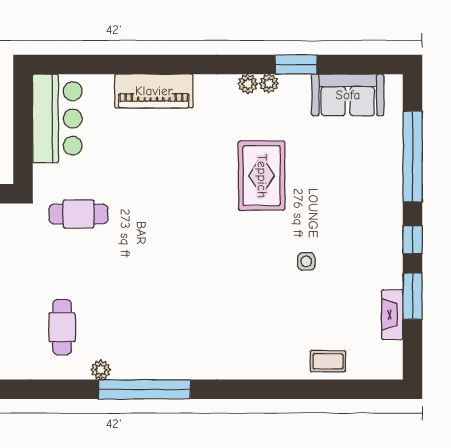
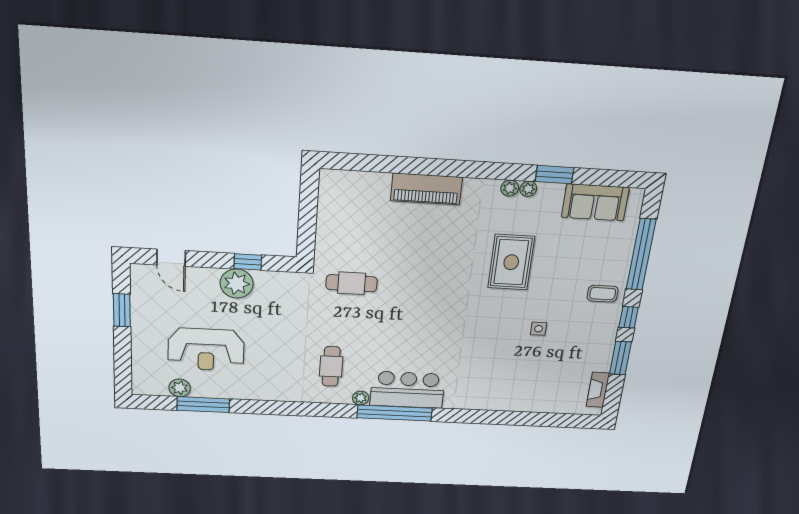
bar counter: (57, 118) -> (408, 390), moved, turned -90
fireplace: (392, 315) -> (598, 390), moved
coffee table: (328, 361) -> (603, 294), moved

